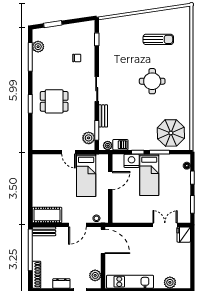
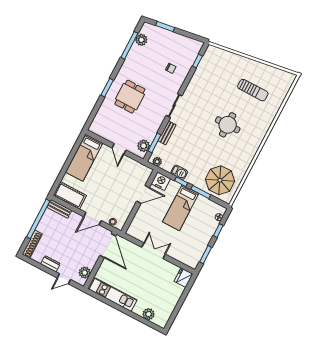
dining table: (54, 101) -> (130, 97), turned 90
barbecue: (120, 145) -> (179, 172), moved
nightstand: (132, 161) -> (161, 181), moved
bed: (86, 175) -> (84, 158), moved
double door: (165, 225) -> (153, 251), moved

